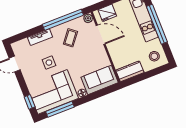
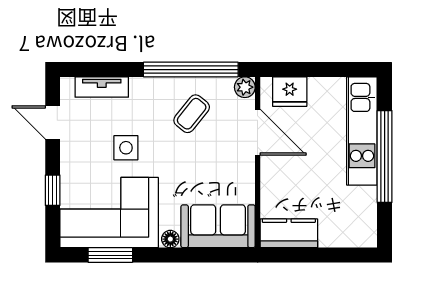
tv unit: (40, 37) -> (102, 87), moved
stool: (154, 56) -> (353, 222), removed
window: (30, 102) -> (53, 190), moved
window: (60, 109) -> (110, 255), width x0.69

